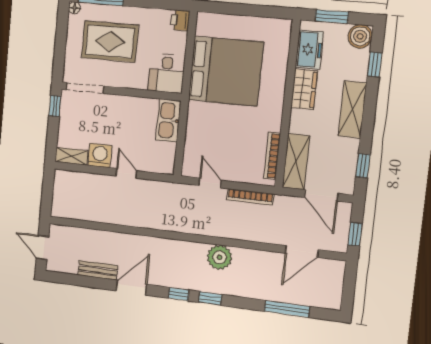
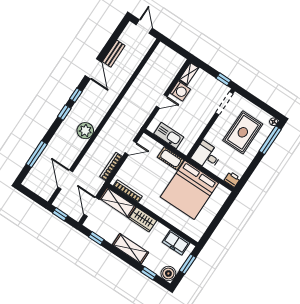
wardrobe: (304, 89) -> (143, 220), moved
kitchen sink: (168, 120) -> (169, 135), moved
cot: (196, 120) -> (171, 158), added
door: (321, 195) -> (91, 207), hinge flipped
door: (43, 248) -> (144, 27), hinge flipped

